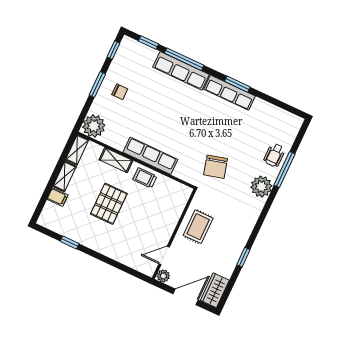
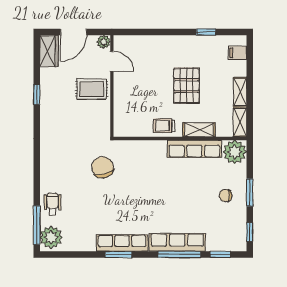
row of seats: (150, 156) -> (194, 149), moved
window: (284, 170) -> (37, 225), moved
trolley: (145, 178) -> (164, 126), turned 180
plant: (261, 187) -> (51, 237), moved
filing cabinet: (57, 197) -> (238, 53), moved
rug: (198, 227) -> (92, 89), moved, turned 90
door: (164, 256) -> (112, 61), hinge flipped

